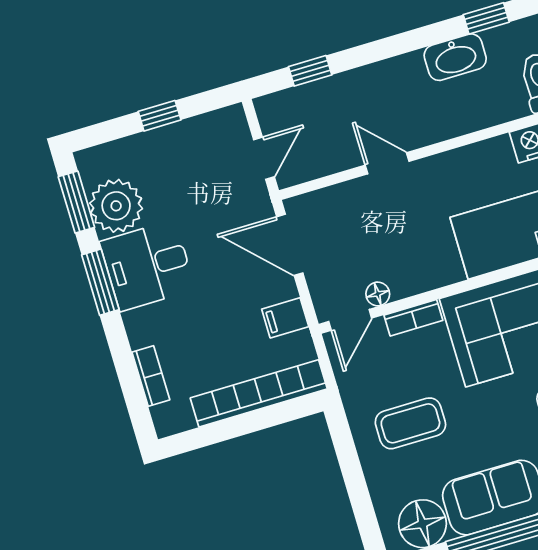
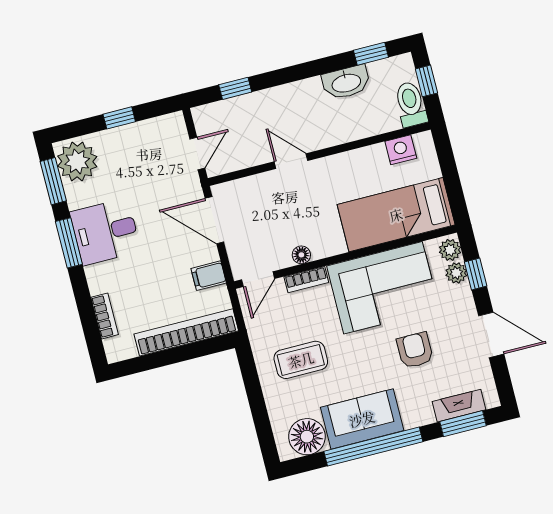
plant: (116, 206) -> (77, 161), moved
floor lamp: (378, 294) -> (301, 255), moved

